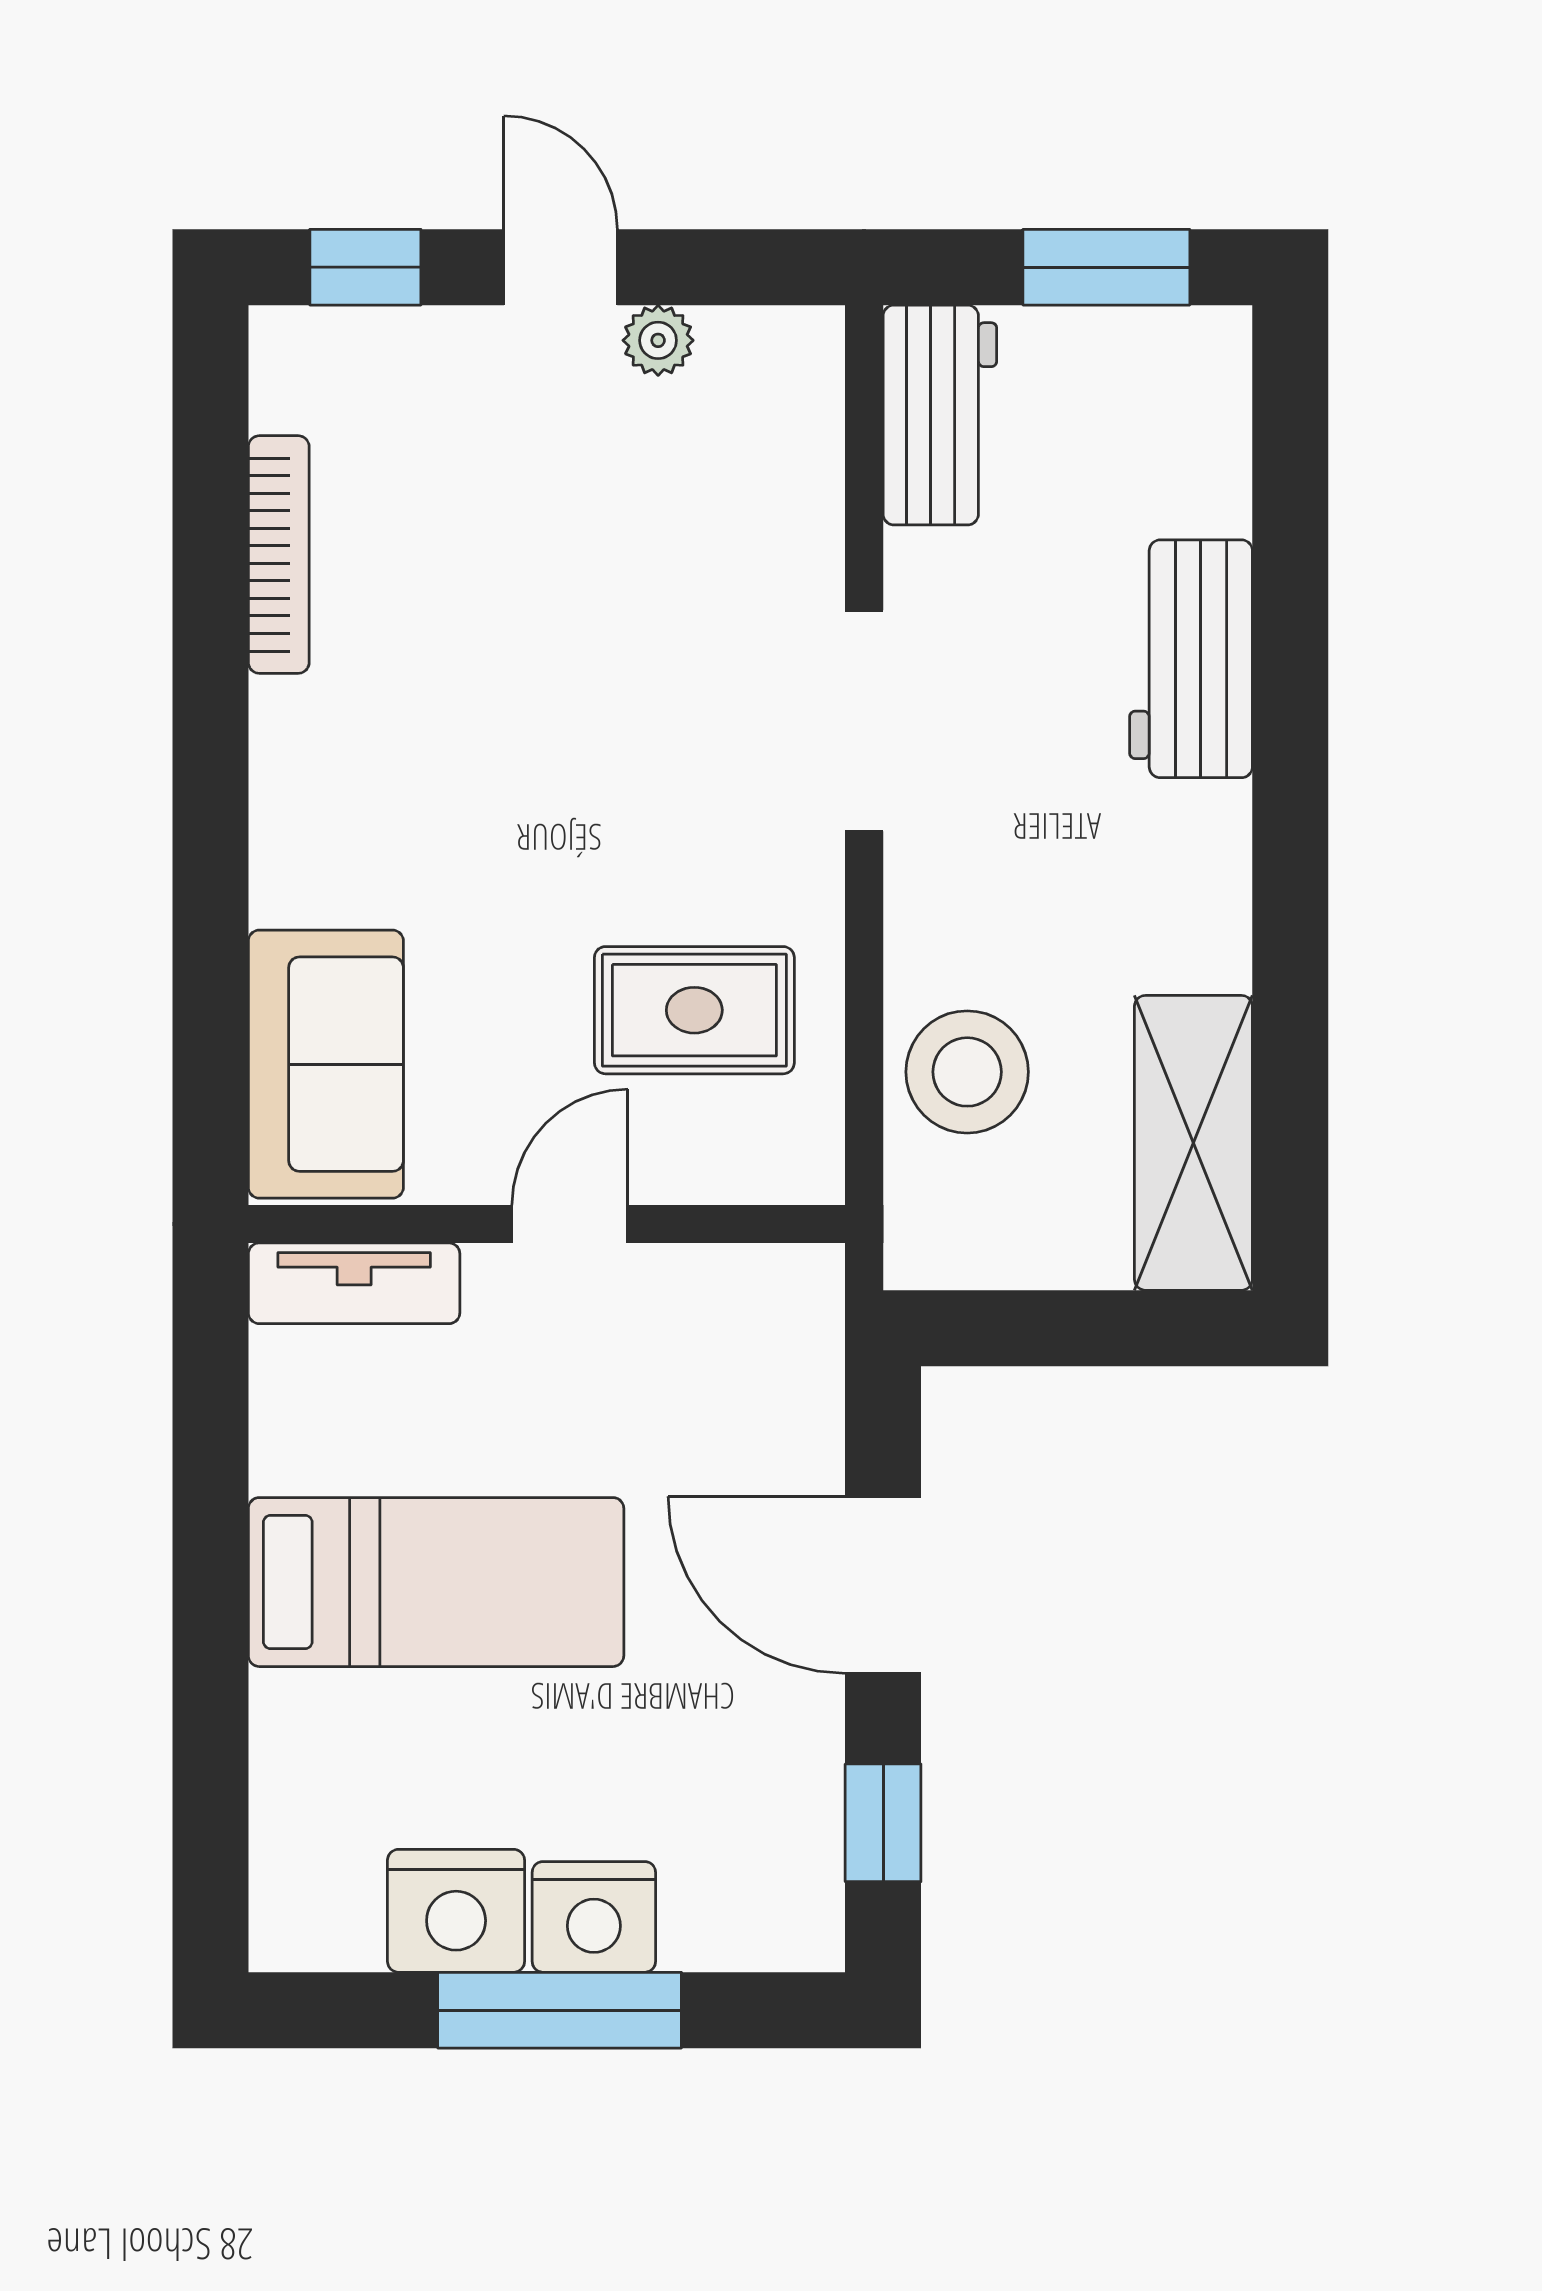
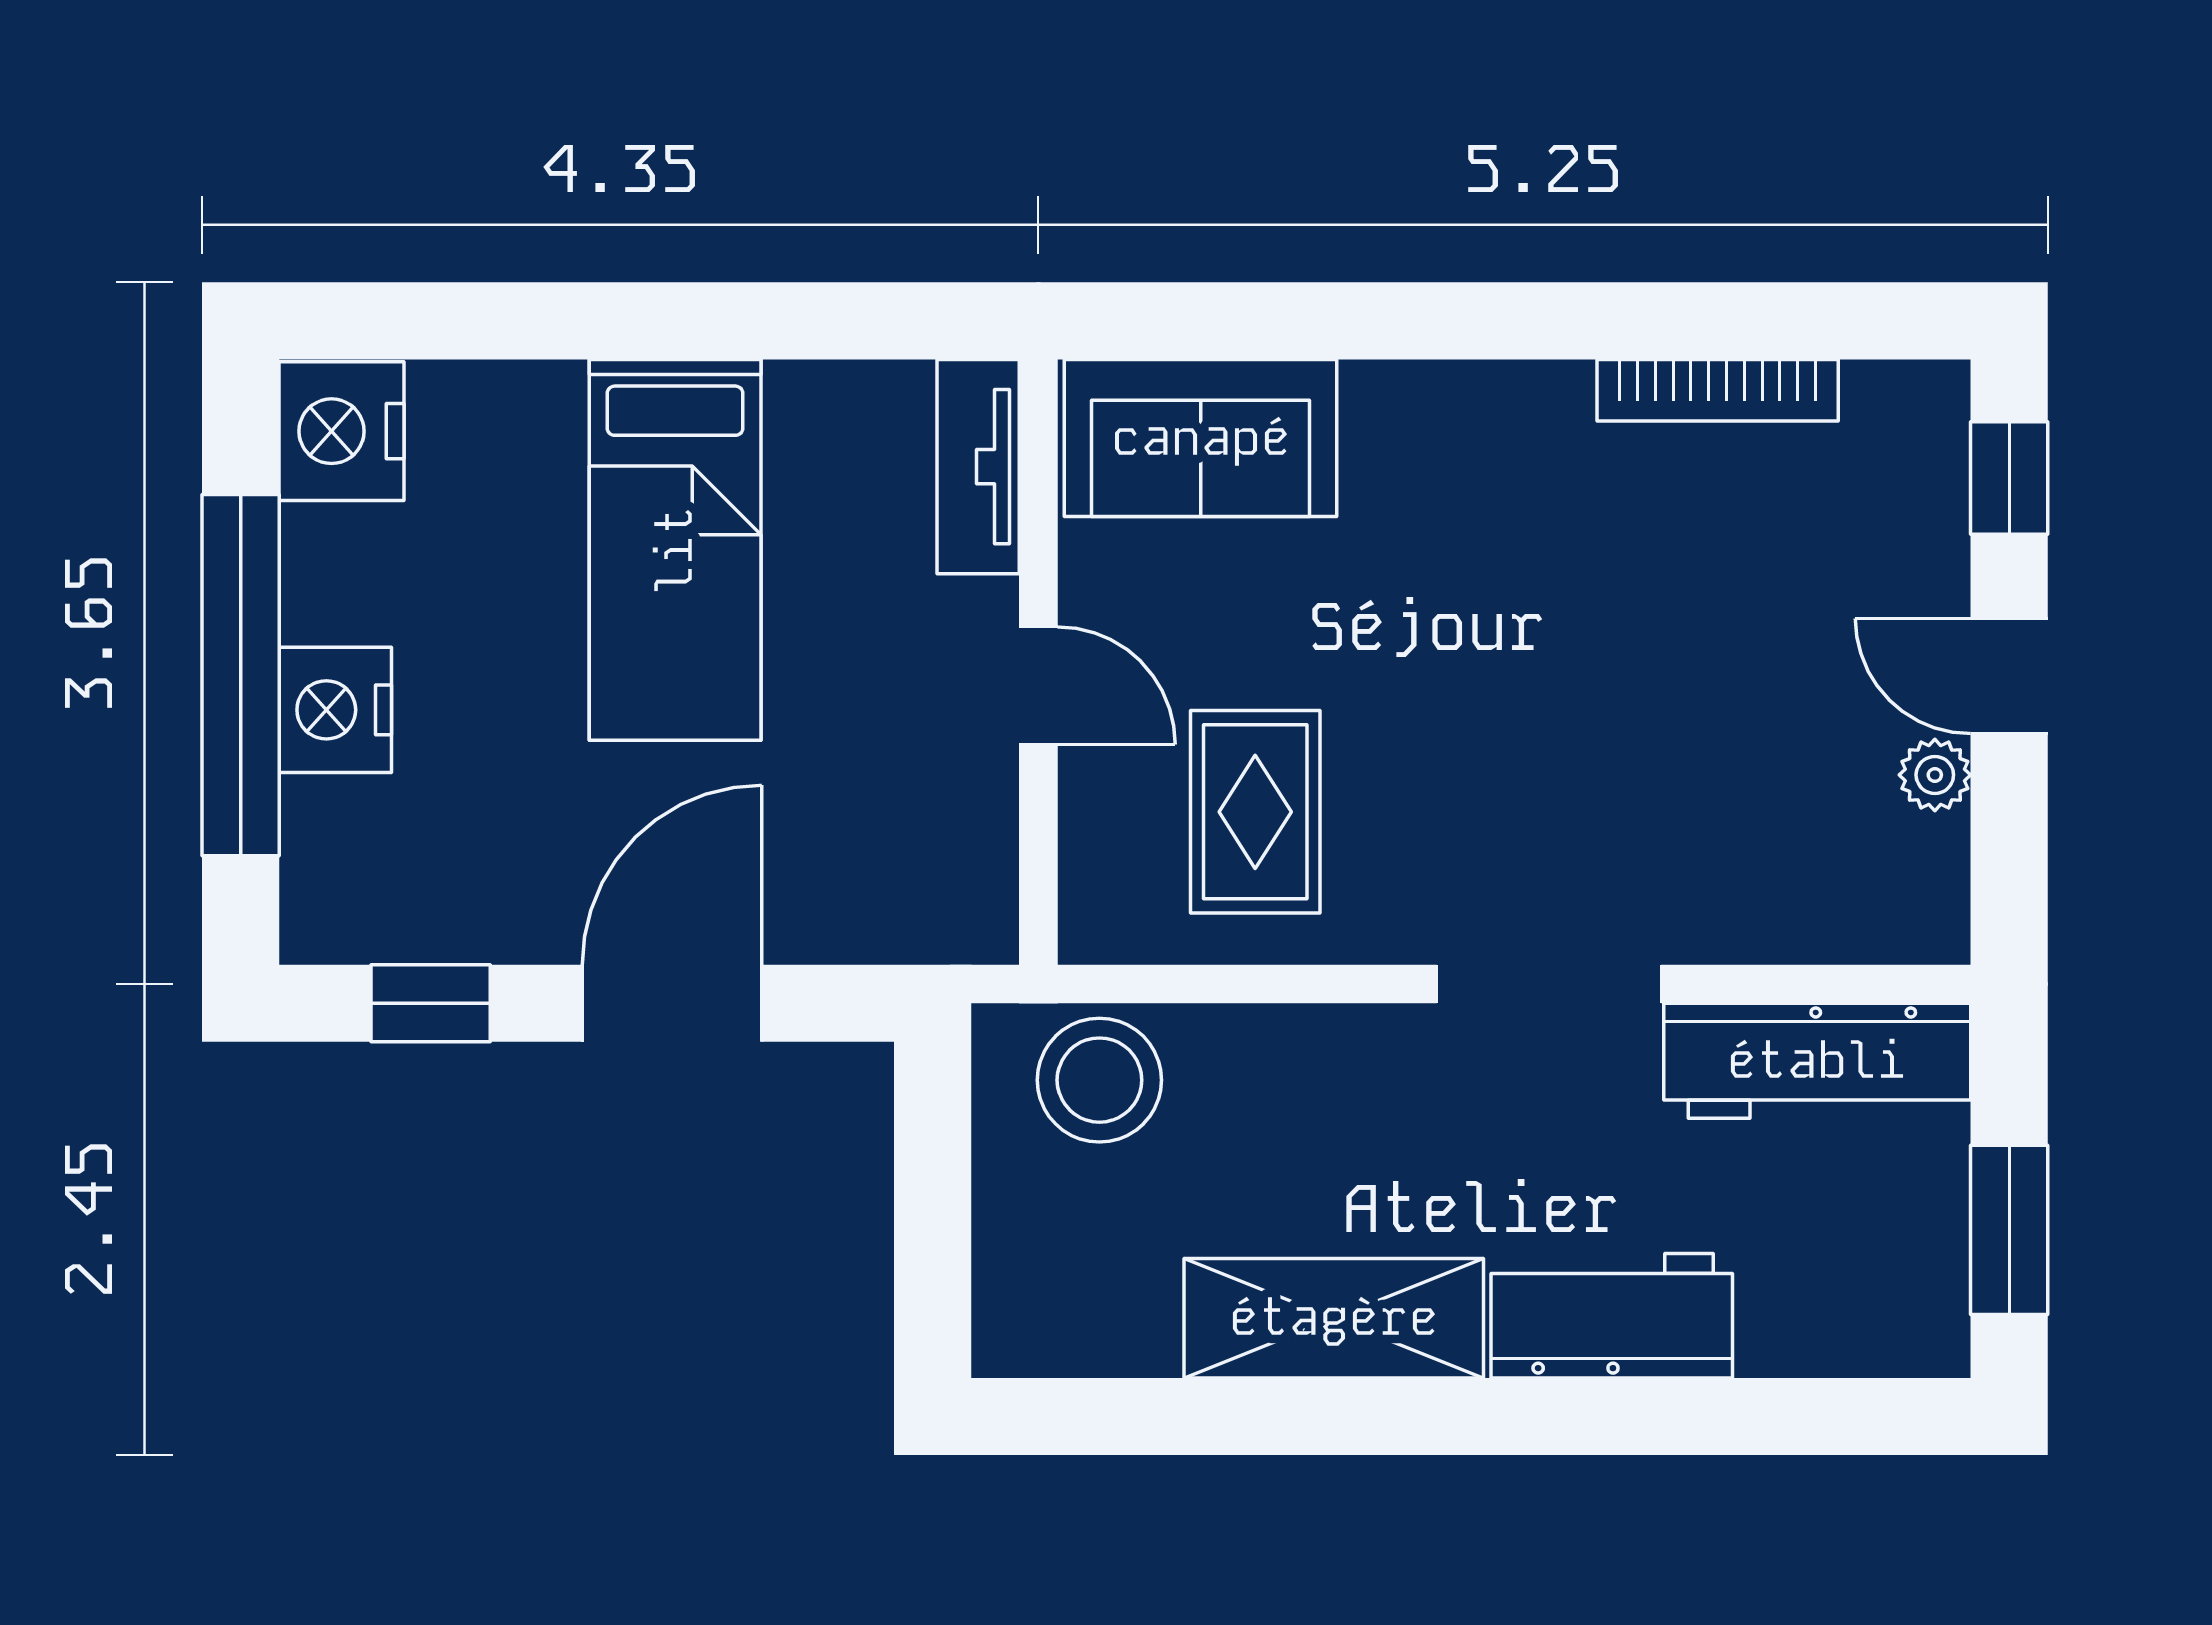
door: (561, 267) -> (2009, 676), swing flipped
workbench: (940, 415) -> (1817, 1061), width x1.38
stool: (967, 1072) -> (1099, 1080), moved
shelving: (1193, 1143) -> (1334, 1318), moved
nightstand: (456, 1911) -> (341, 431), moved
window: (560, 2010) -> (241, 675), width x1.46

